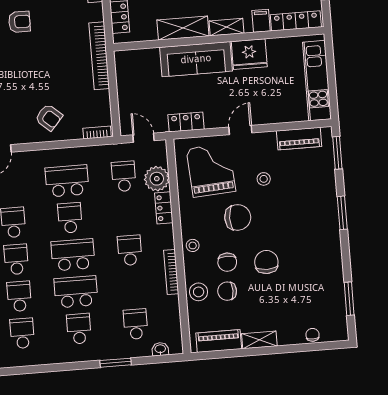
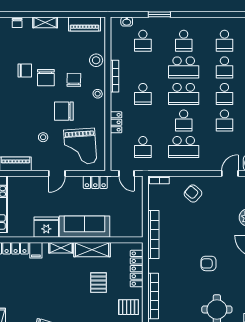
plant: (157, 179) -> (119, 143), removed
chair: (227, 291) -> (25, 70), moved
shelving: (259, 340) -> (45, 22), moved

